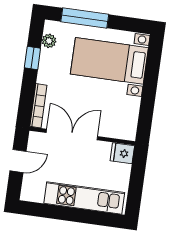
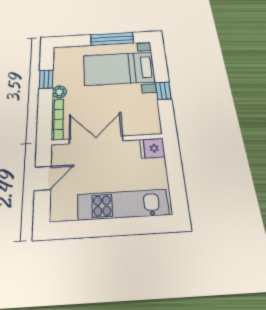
window: (85, 18) -> (112, 39), moved
plant: (49, 41) -> (59, 92), moved
window: (148, 96) -> (163, 91), added

